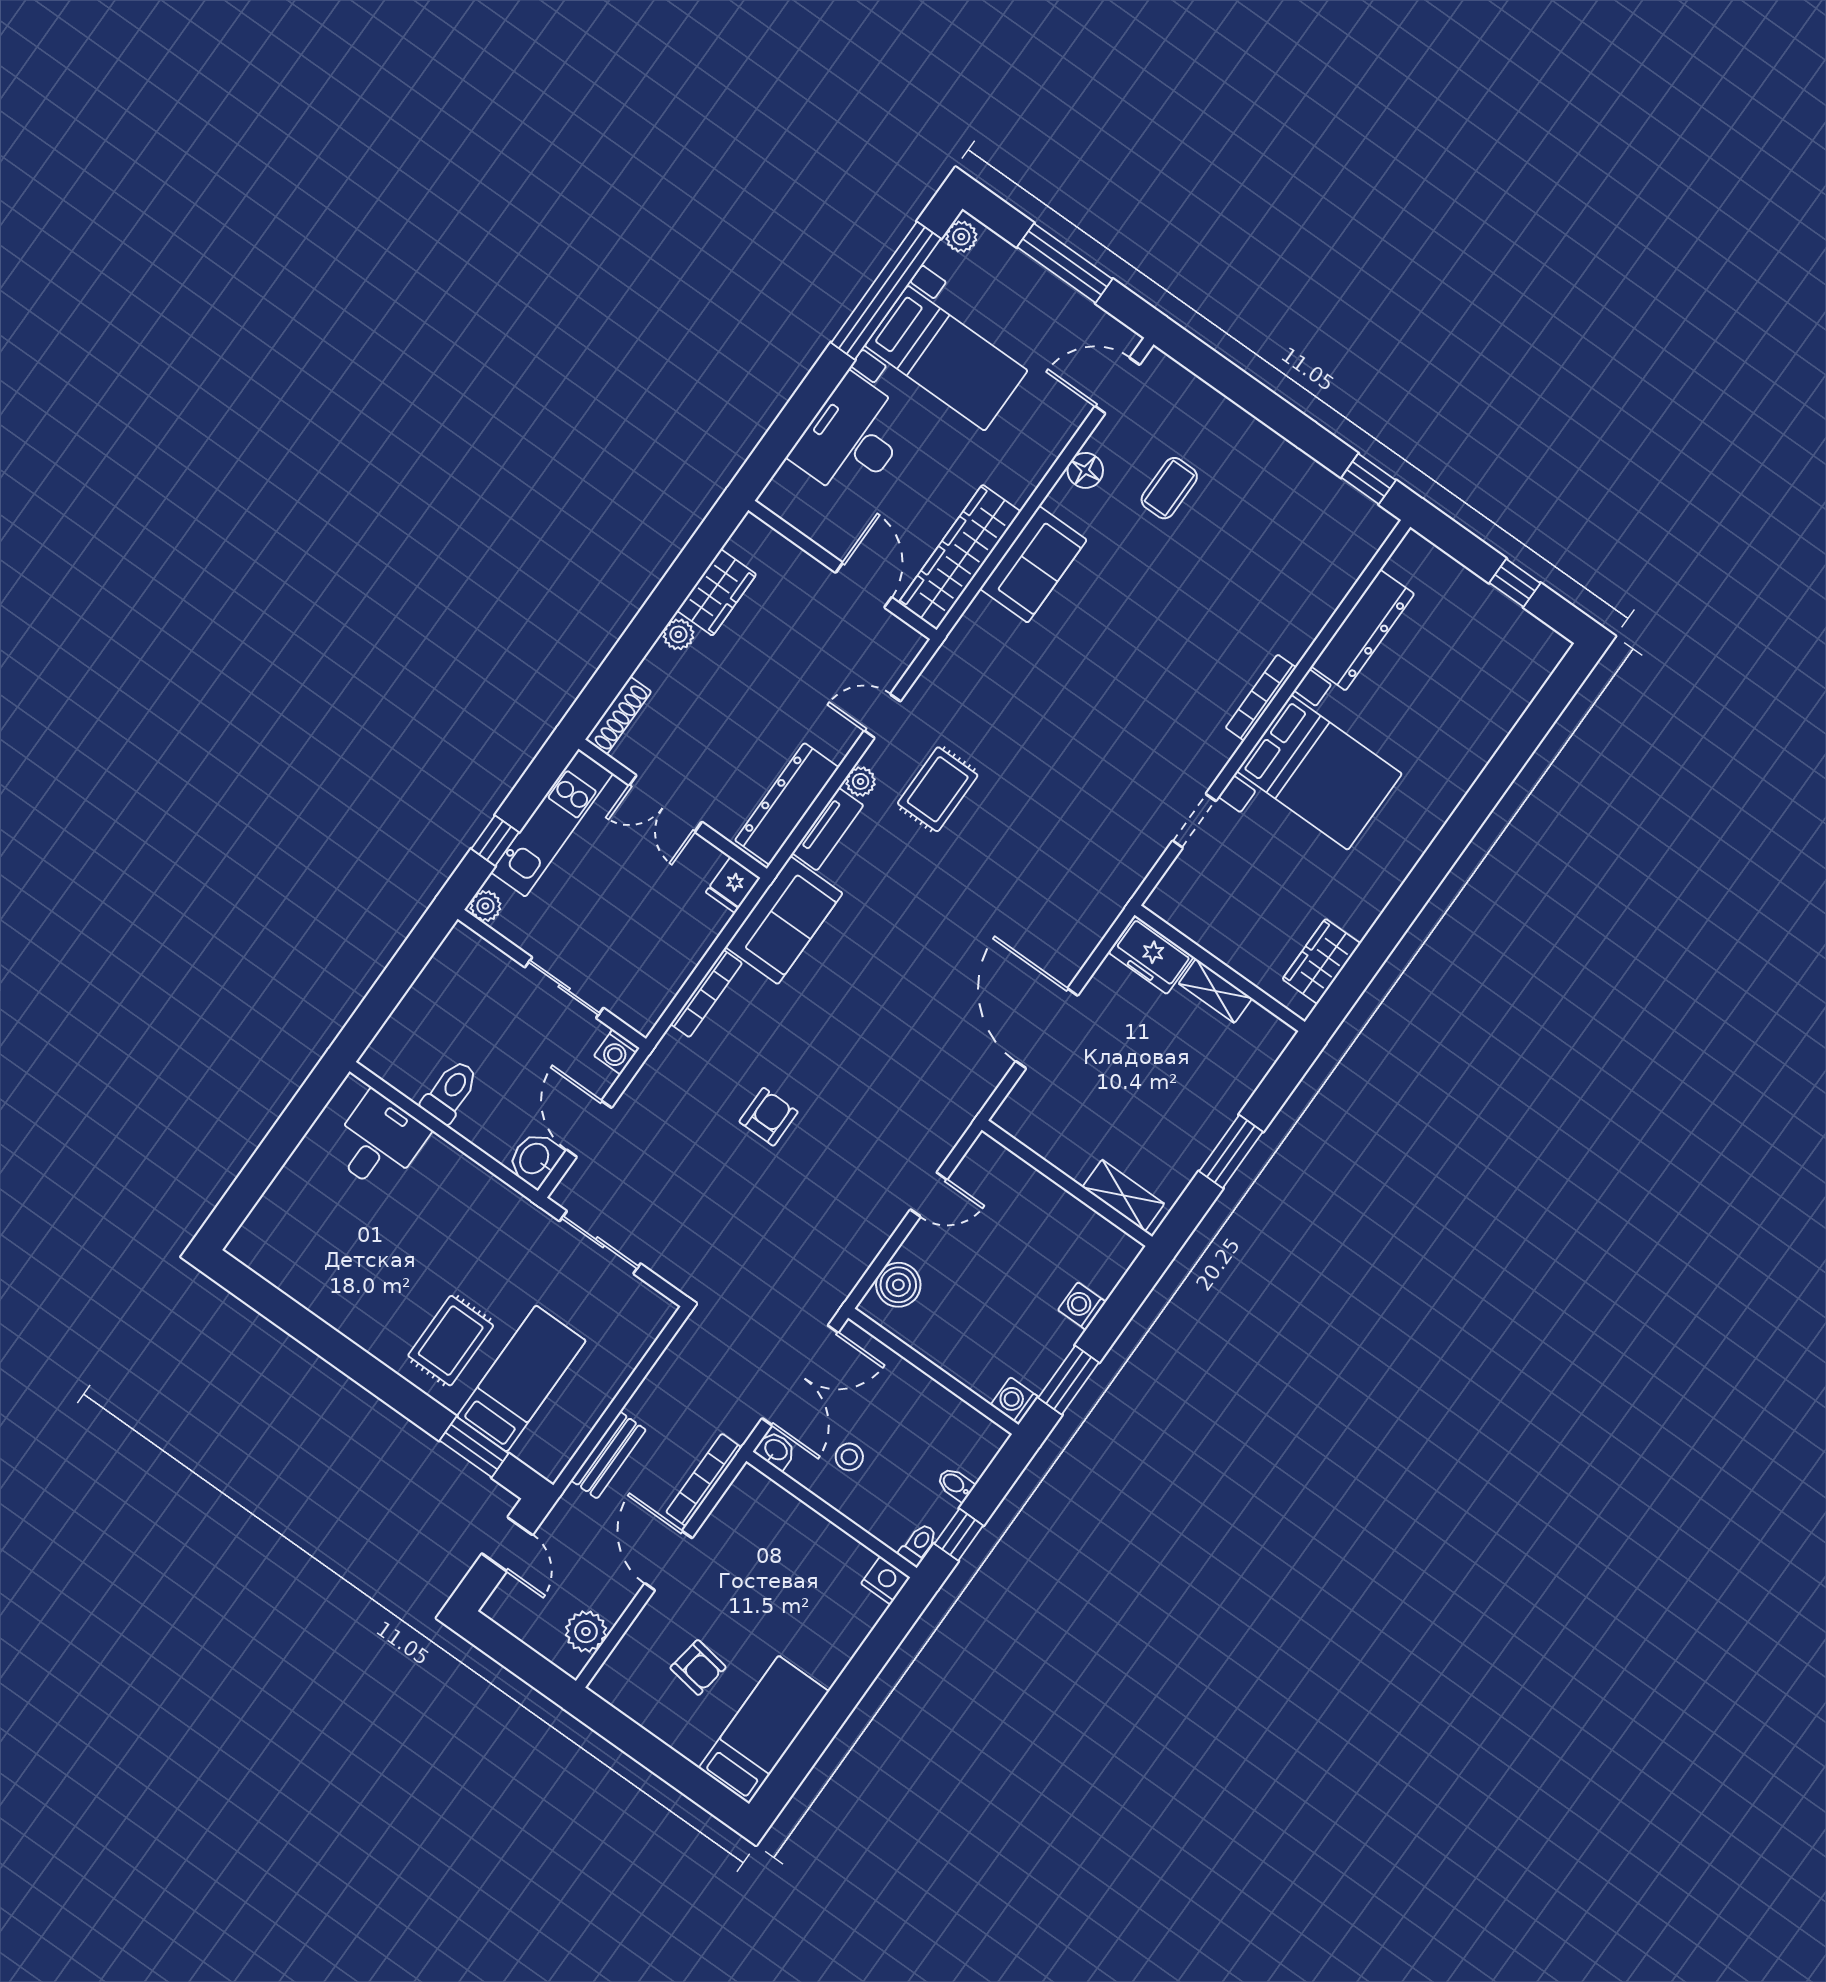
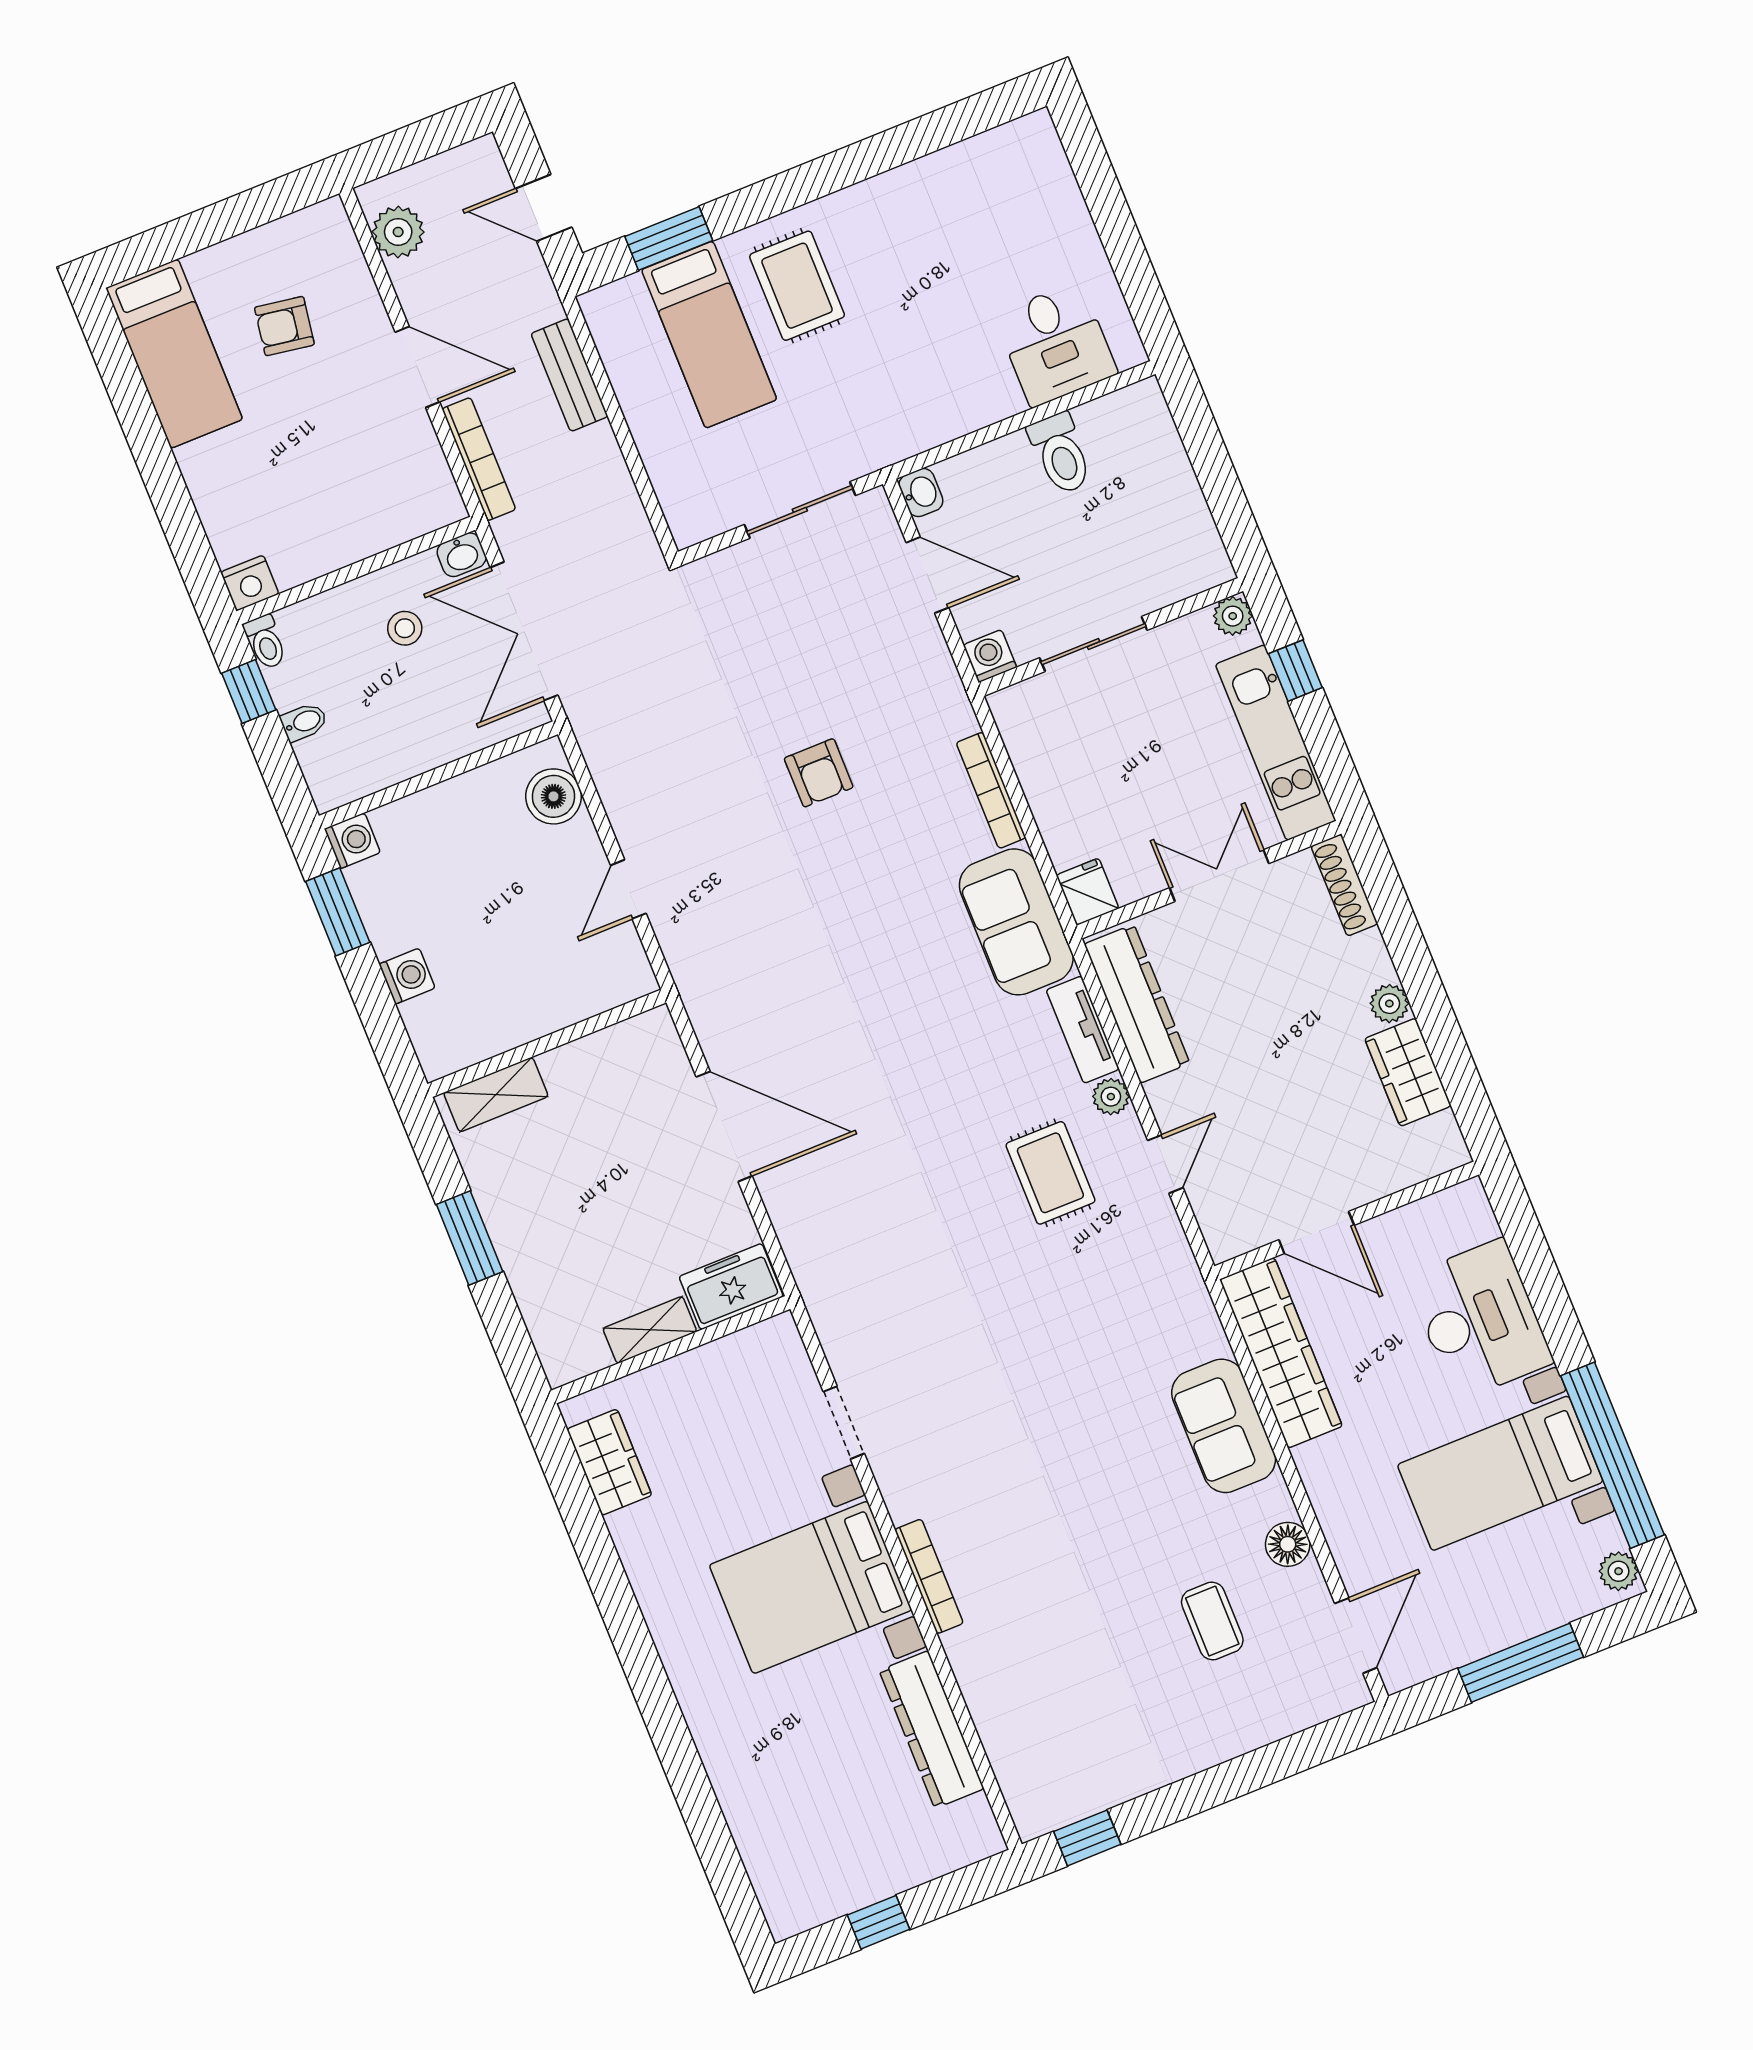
washbasin: (535, 1159) -> (921, 493), width x0.72, depth x0.69

